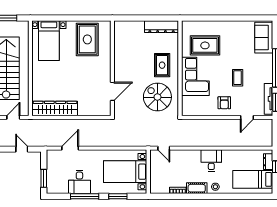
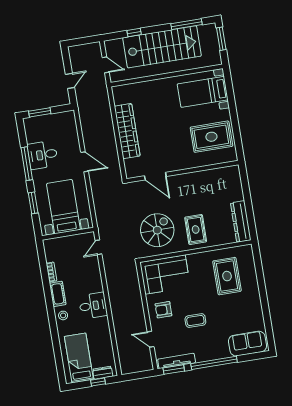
rug: (162, 65) -> (196, 229), turned 90
corner sofa: (195, 76) -> (165, 274), moved
wardrobe: (55, 109) -> (127, 131), moved
door: (70, 148) -> (84, 162), moved

